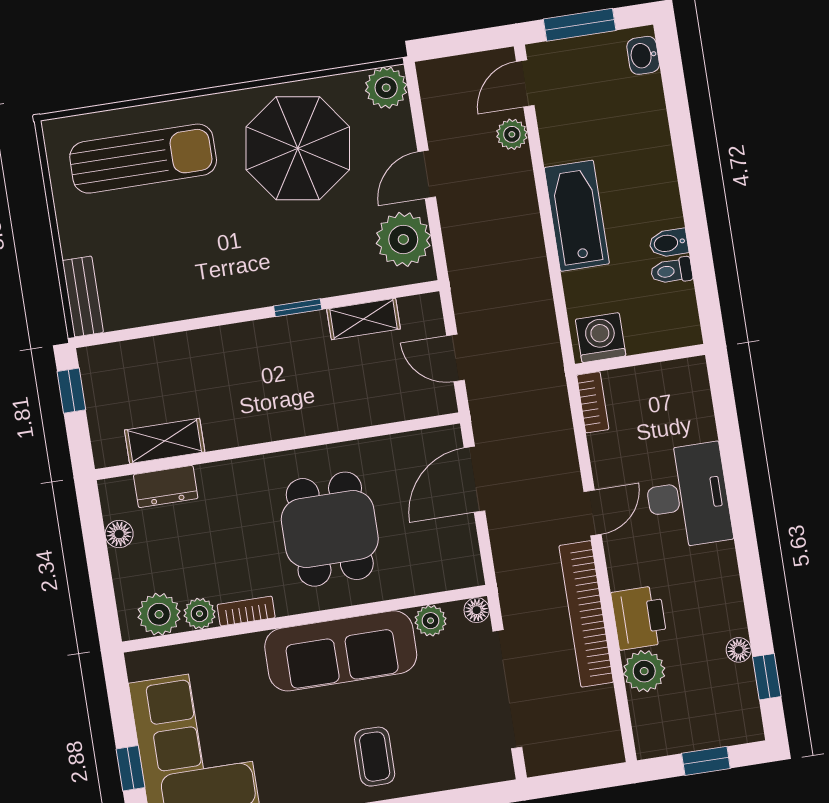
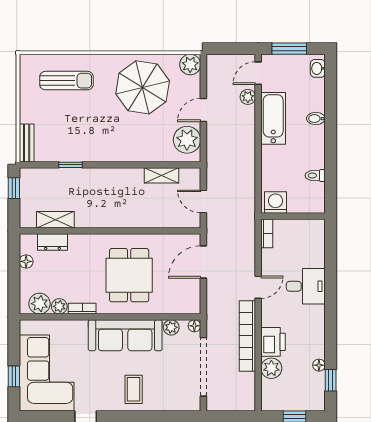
sun lounger: (143, 159) -> (66, 81), width x0.73, depth x0.75
bathtub: (577, 216) -> (273, 118), moved
bidet: (669, 243) -> (316, 119), moved
window: (298, 308) -> (71, 165), moved
desk: (687, 496) -> (306, 286), width x0.73

